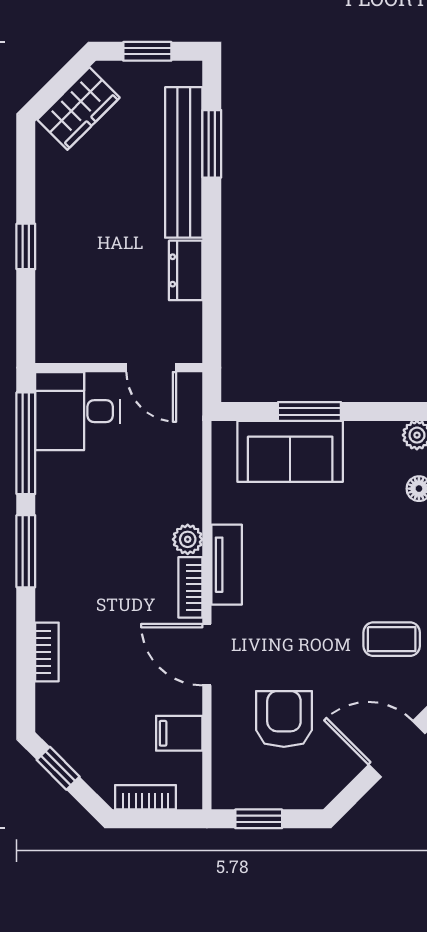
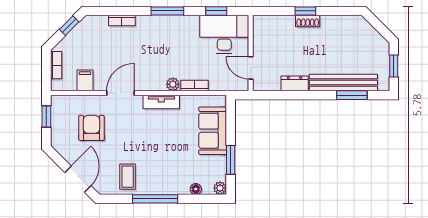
wardrobe: (78, 109) -> (368, 35), removed
shoe rack: (48, 241) -> (308, 21), added
door: (151, 368) -> (251, 68), hinge flipped
desk: (77, 411) -> (224, 34), width x1.37
window: (309, 411) -> (231, 160), moved
window: (26, 443) -> (216, 11), width x0.46
bookcase: (190, 587) -> (195, 86), moved
armchair: (284, 719) -> (91, 128), turned -90

